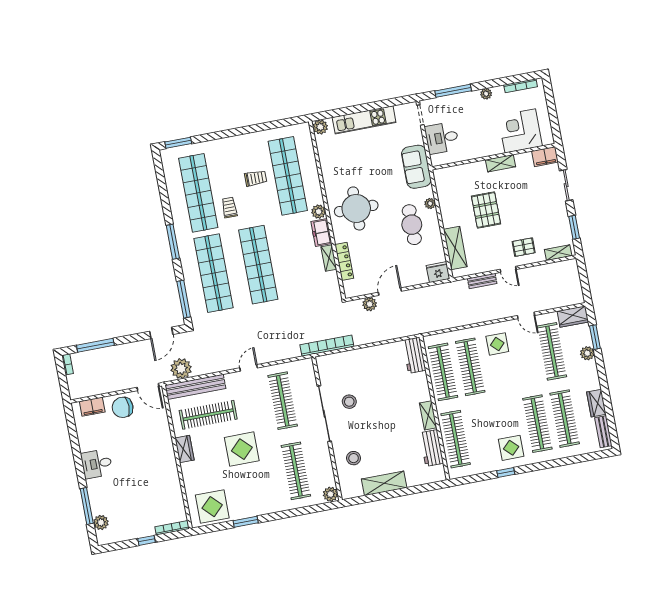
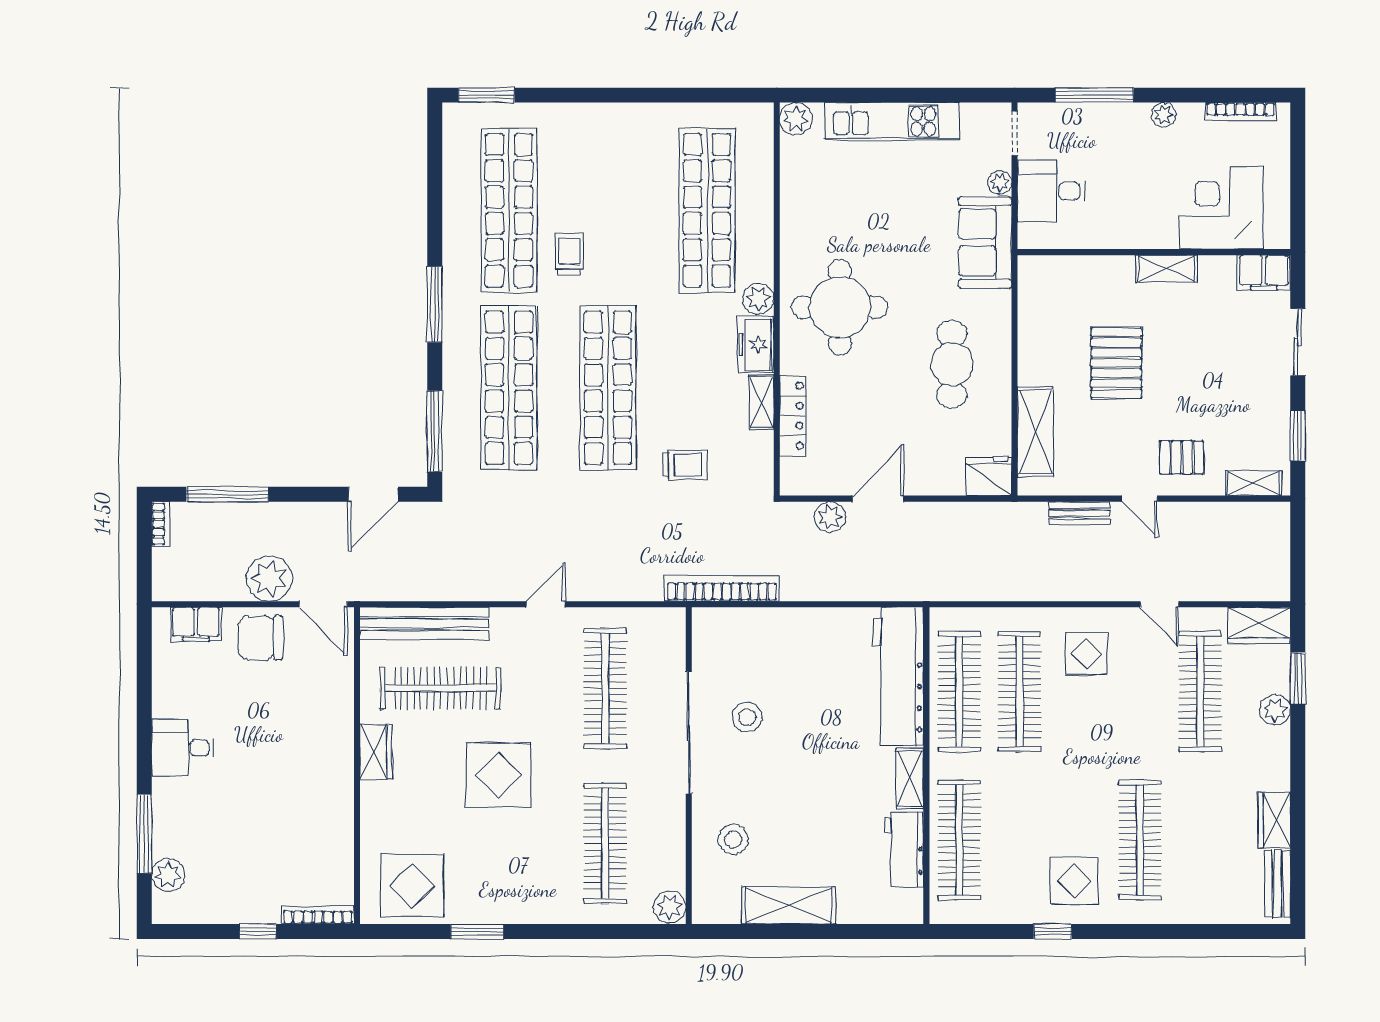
trolley: (256, 178) -> (685, 465), moved
plant: (430, 203) -> (1000, 182), moved
workbench: (414, 355) -> (898, 677), width x1.88, depth x1.32
plant: (181, 369) -> (269, 579), moved
clothes rail: (565, 419) -> (1200, 840), removed

